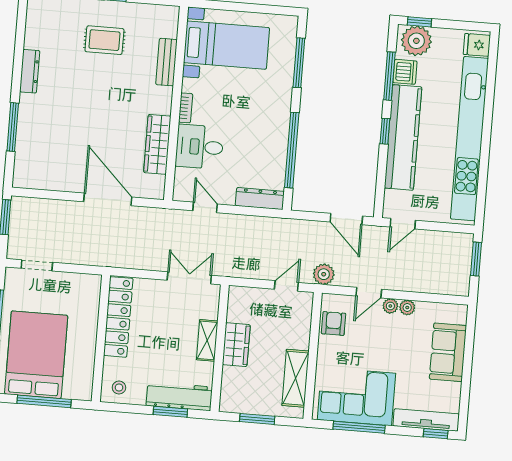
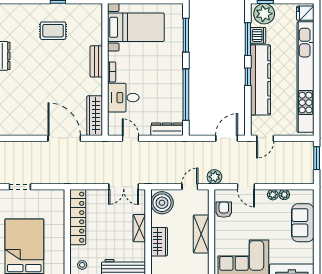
bench: (167, 62) -> (96, 61), moved
wardrobe: (157, 144) -> (95, 116), moved
door: (346, 219) -> (227, 138), swing flipped
double door: (189, 278) -> (124, 187), swing flipped
door: (369, 293) -> (246, 187), hinge flipped
boiler: (244, 306) -> (162, 203), added
plant: (390, 306) -> (284, 195), moved
wardrobe: (236, 345) -> (159, 242), moved
shelving: (295, 378) -> (201, 234), moved

